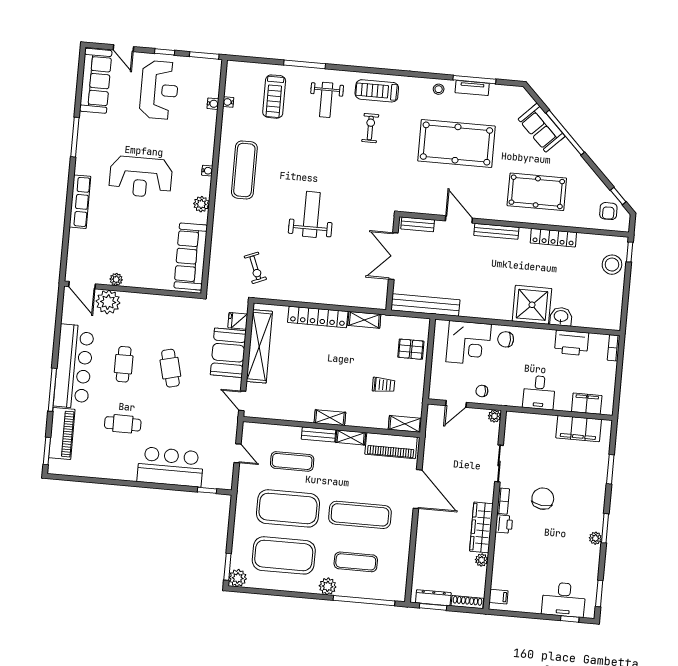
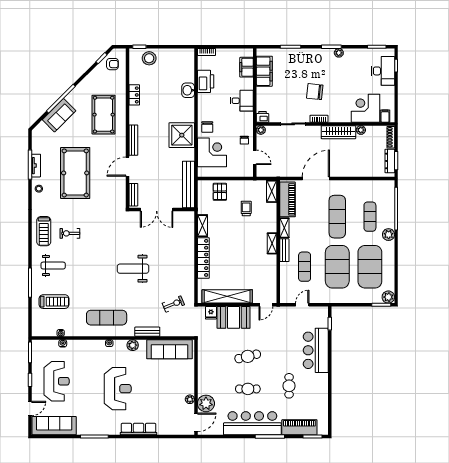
reception desk: (159, 90) -> (57, 381), turned 90
bench: (219, 227) -> (147, 332), added
locker: (553, 238) -> (134, 95), width x0.66
shower: (532, 305) -> (182, 135), moved
printer: (504, 524) -> (262, 117), moved
corner desk: (512, 569) -> (365, 108), added

